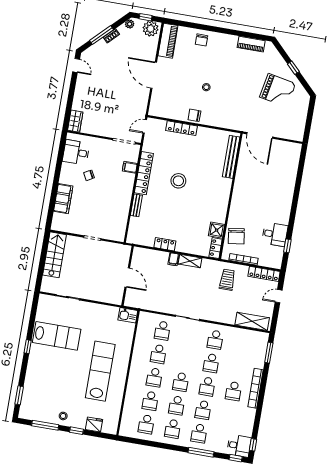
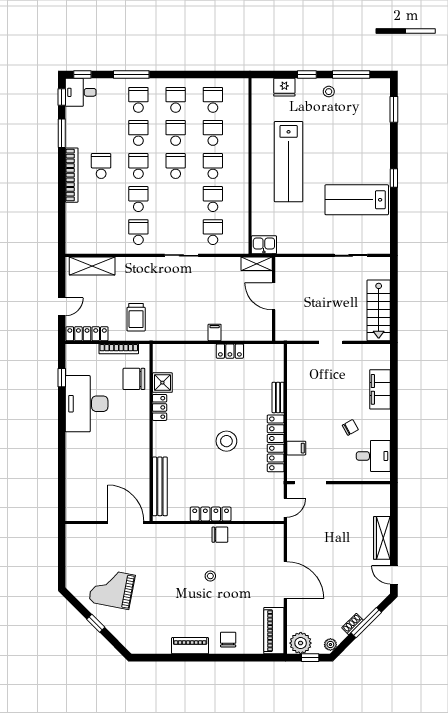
piano: (251, 44) -> (190, 646), moved
wardrobe: (75, 121) -> (382, 538), moved, width x1.50
locker: (182, 128) -> (211, 514), moved
desk: (275, 234) -> (87, 404), width x1.87, depth x1.30
chair: (236, 236) -> (134, 379), turned -82
locker: (216, 248) -> (160, 407), moved
shelving: (190, 261) -> (257, 264), moved
window: (269, 353) -> (62, 133), moved

